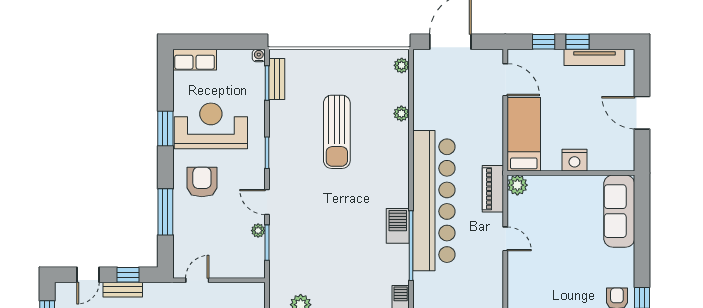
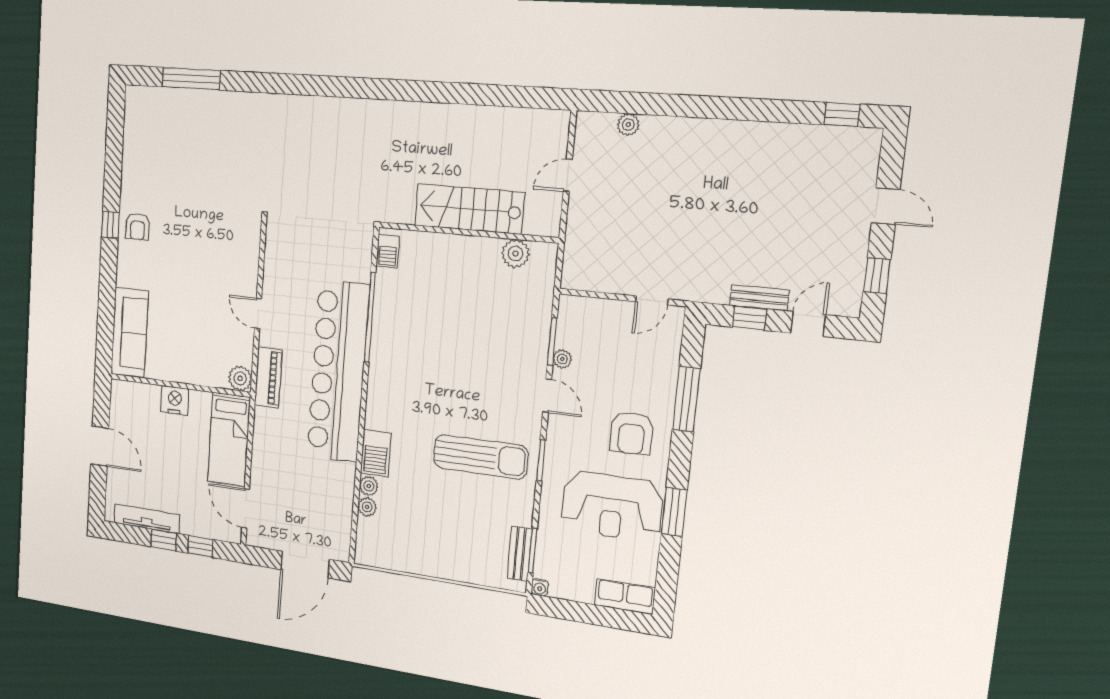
plant: (402, 65) -> (367, 507), moved
sun lounger: (337, 132) -> (481, 457), moved, turned 90
barbecue: (398, 226) -> (376, 453), moved

